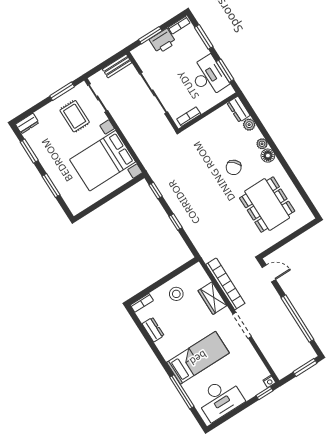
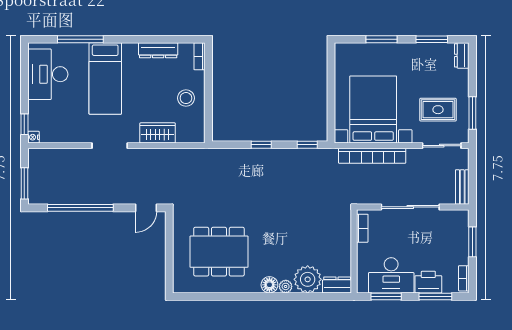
printer: (163, 41) -> (428, 282), moved, turned 90
plant: (249, 125) -> (308, 279), width x1.87, depth x1.87
chair: (234, 167) -> (280, 241), removed
bookcase: (225, 284) -> (372, 156), moved
dresser: (153, 330) -> (158, 50), width x1.44

